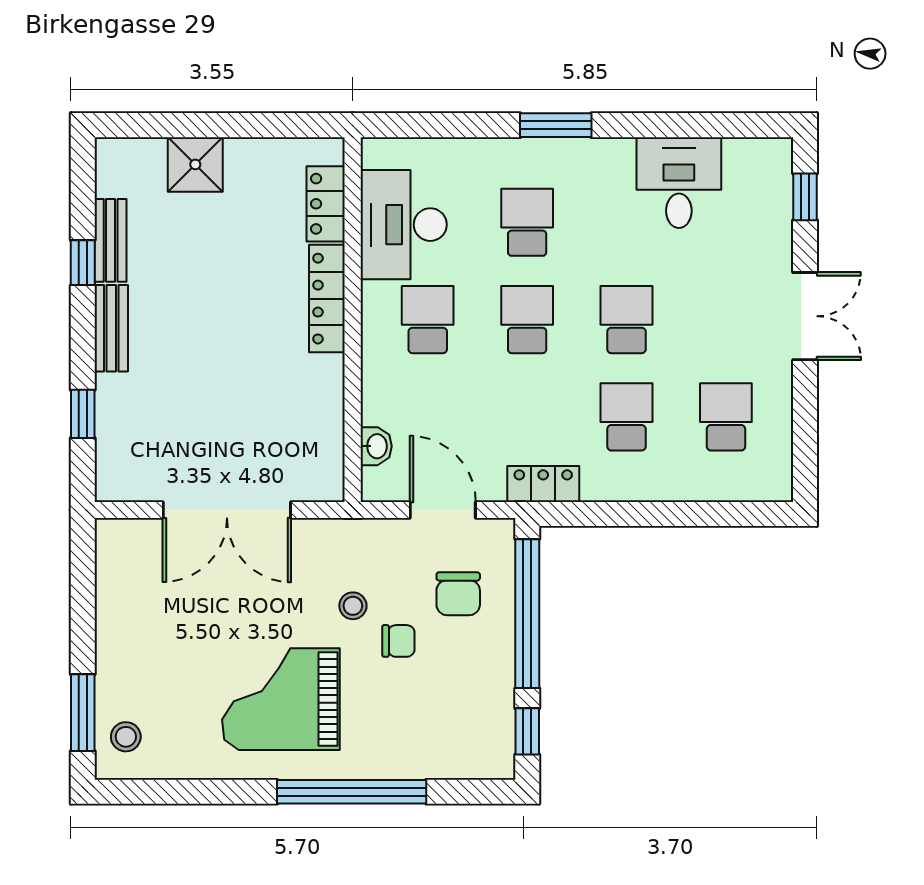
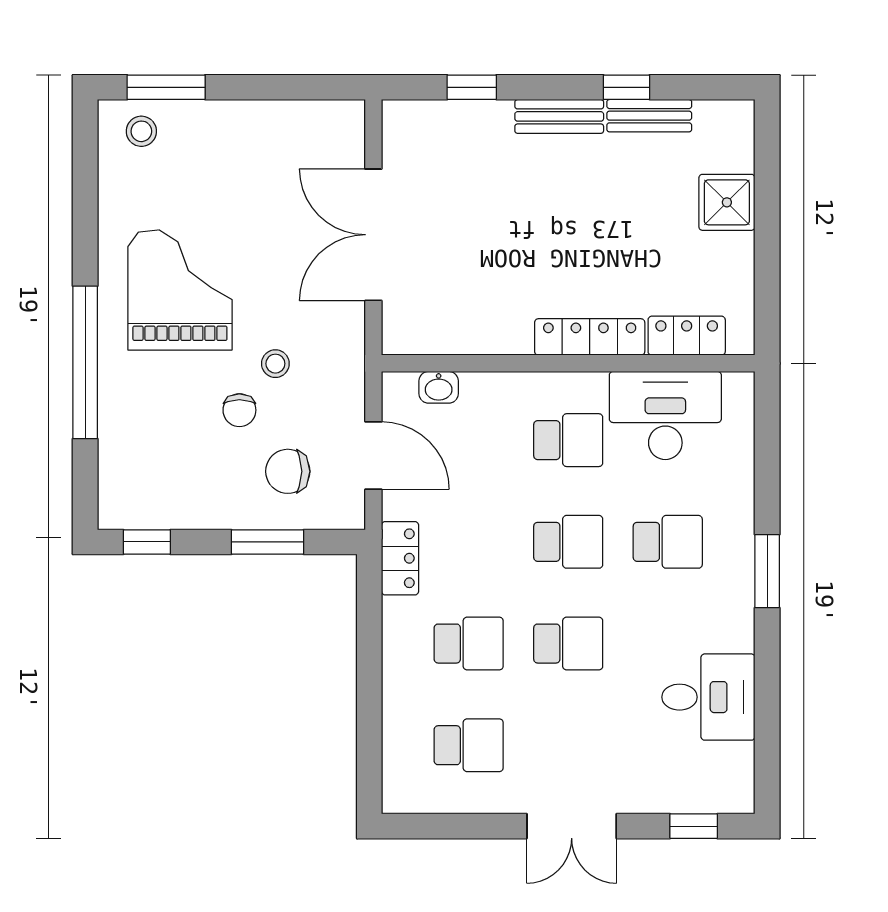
door: (443, 510) -> (373, 456), hinge flipped
window: (527, 614) -> (267, 542), width x0.47

